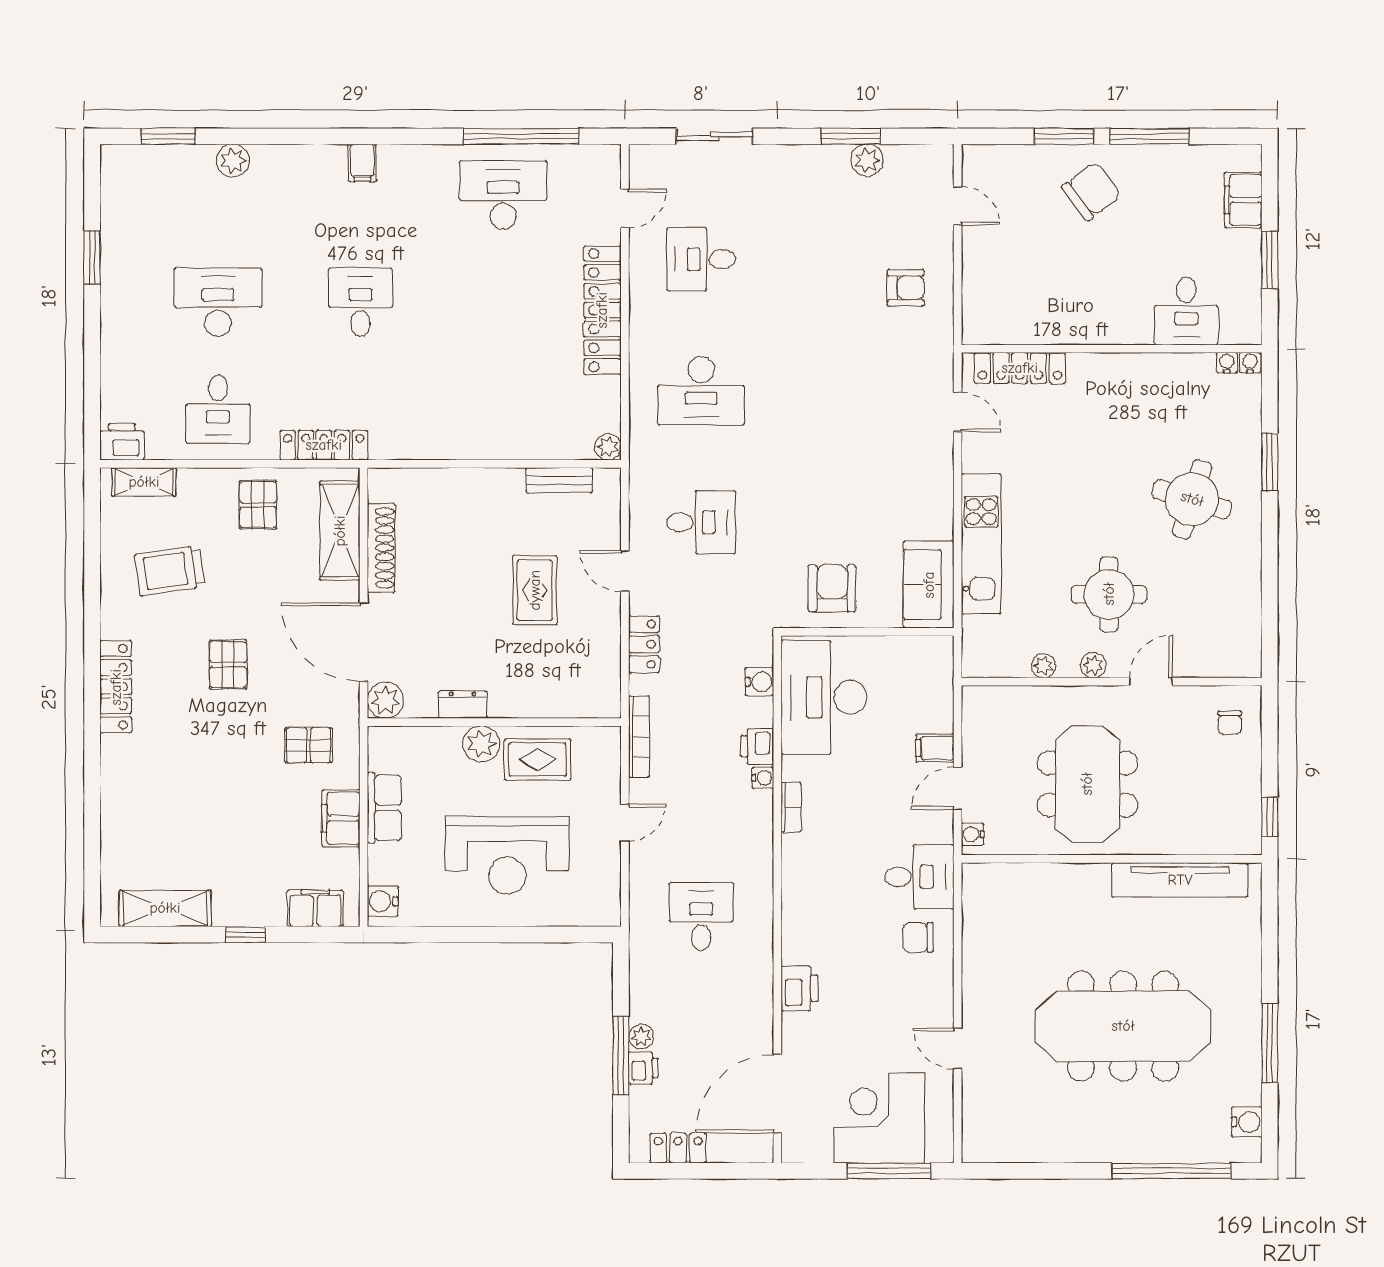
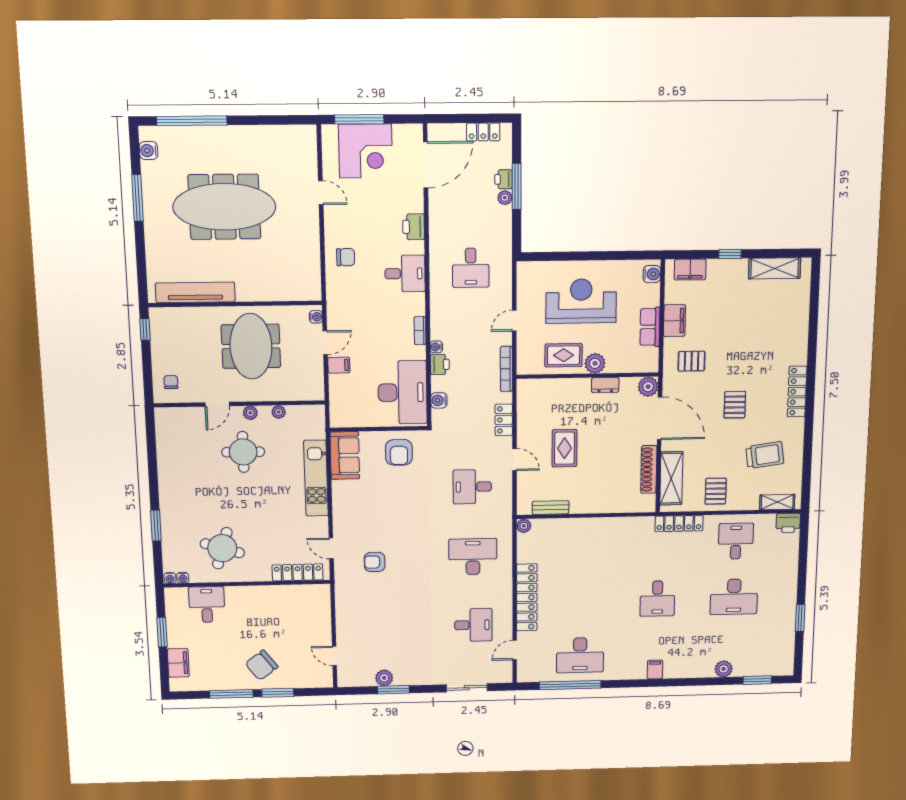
armchair: (906, 288) -> (375, 562), moved
round table: (1192, 499) -> (222, 548), moved
desk: (919, 877) -> (405, 274), moved, turned 180

